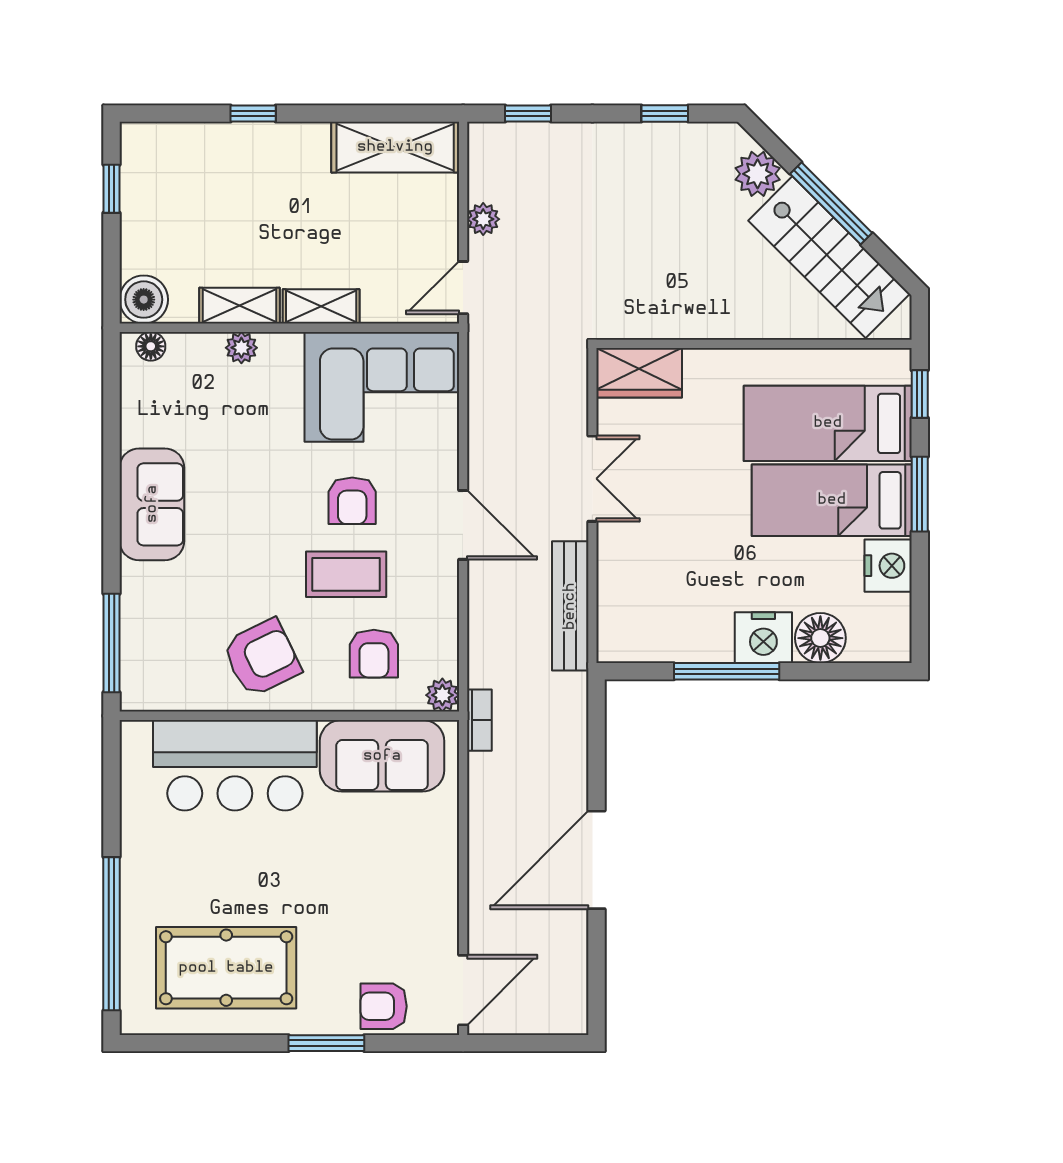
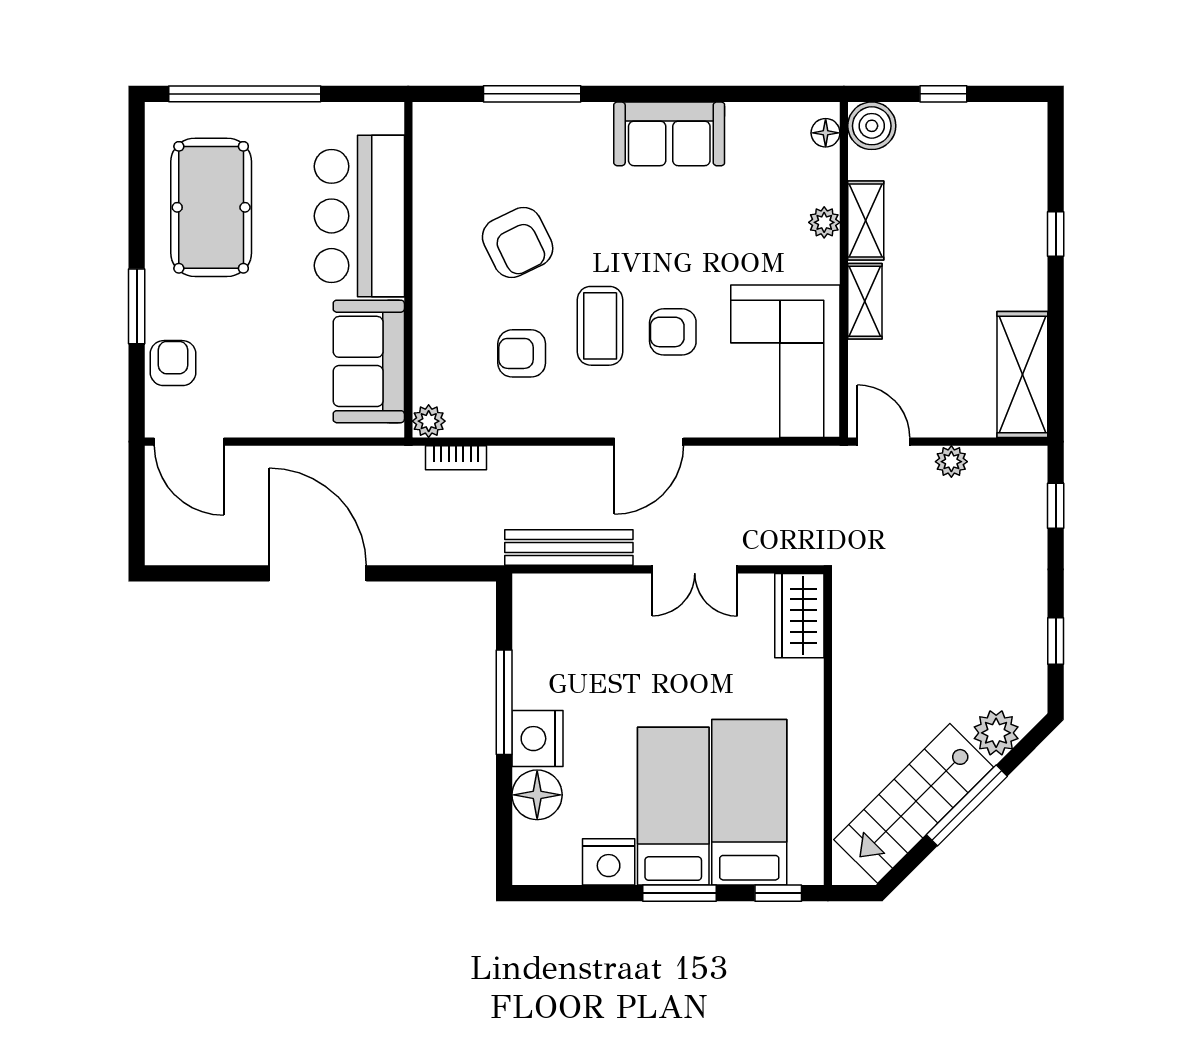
window: (111, 189) -> (943, 94), moved
plant: (442, 695) -> (429, 421), moved
wall: (289, 716) -> (408, 270), moved
sofa: (382, 756) -> (369, 361), moved
bar counter: (235, 765) -> (359, 216), moved

